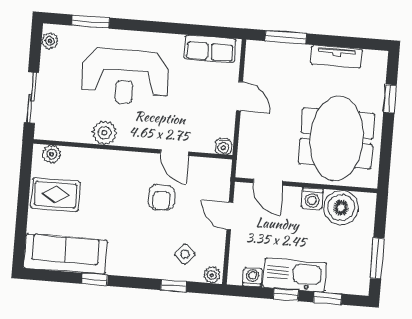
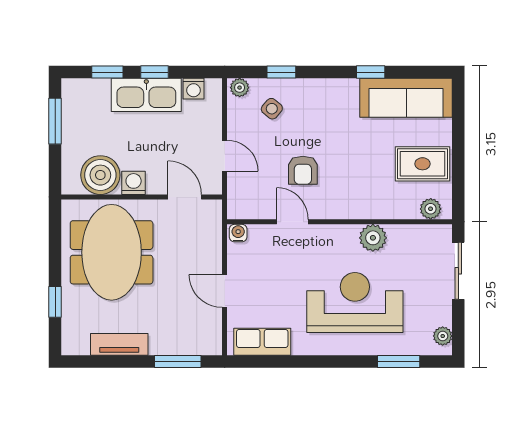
armchair: (162, 197) -> (303, 170), turned 180

